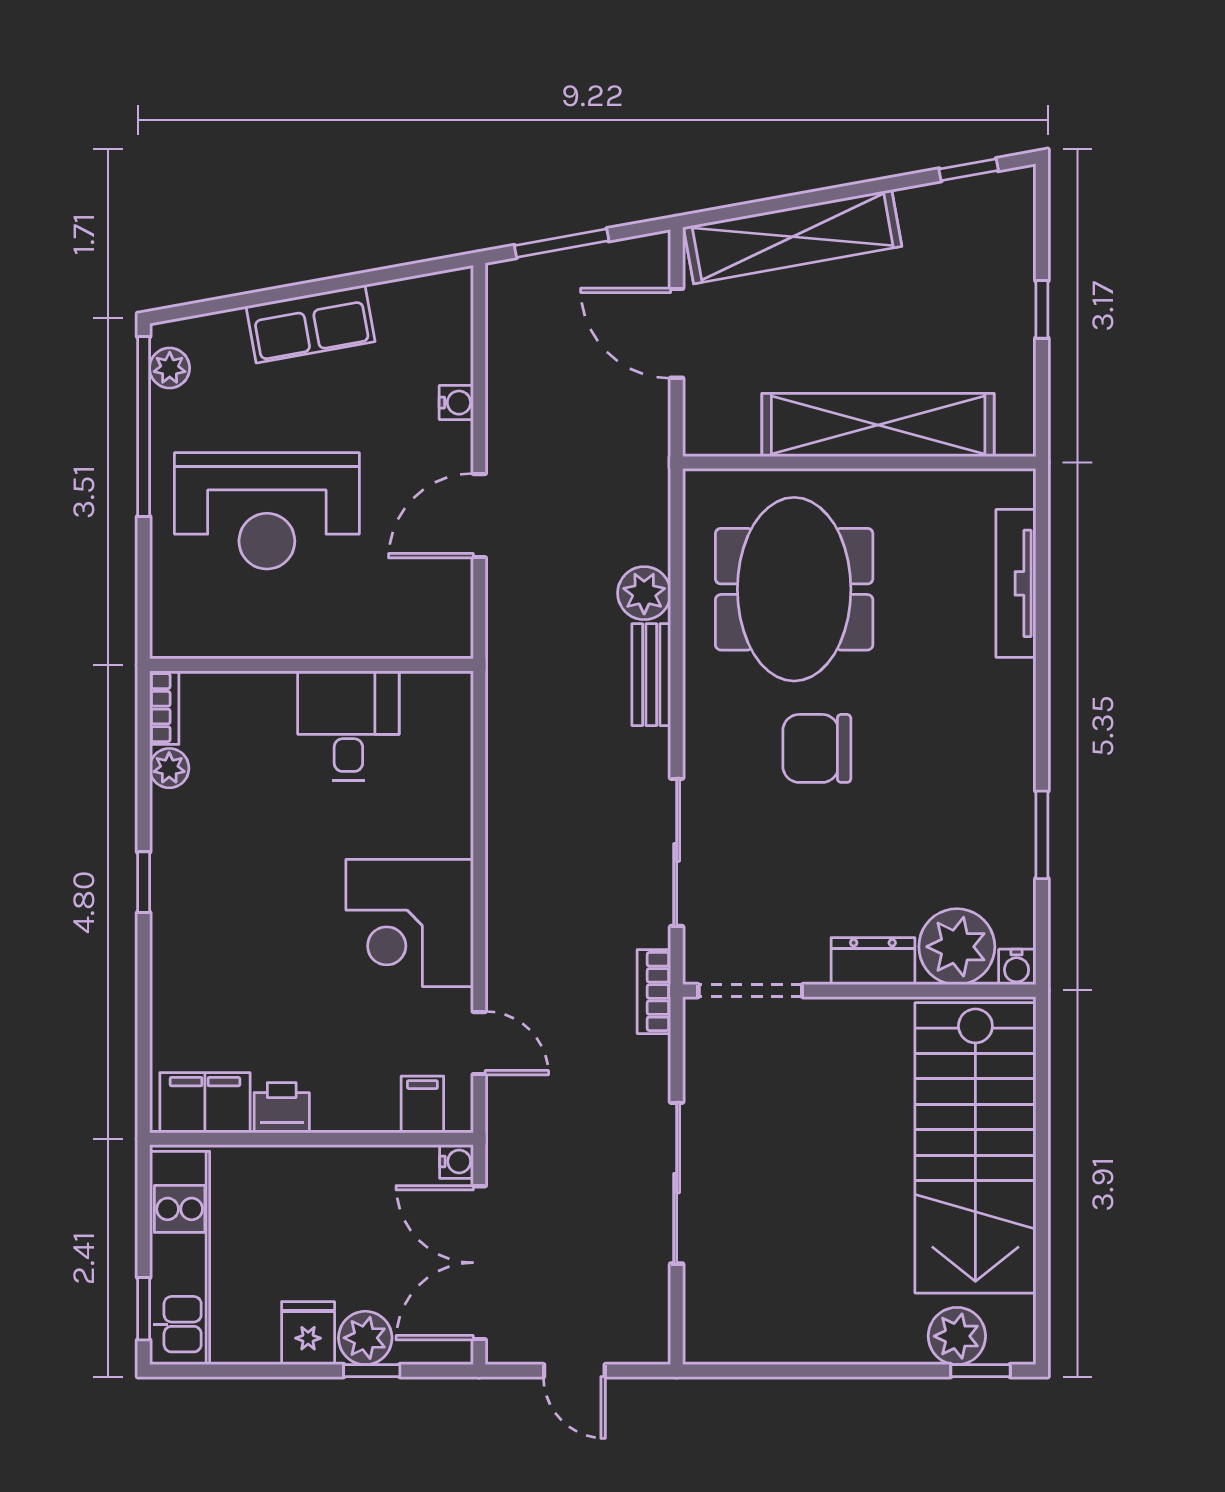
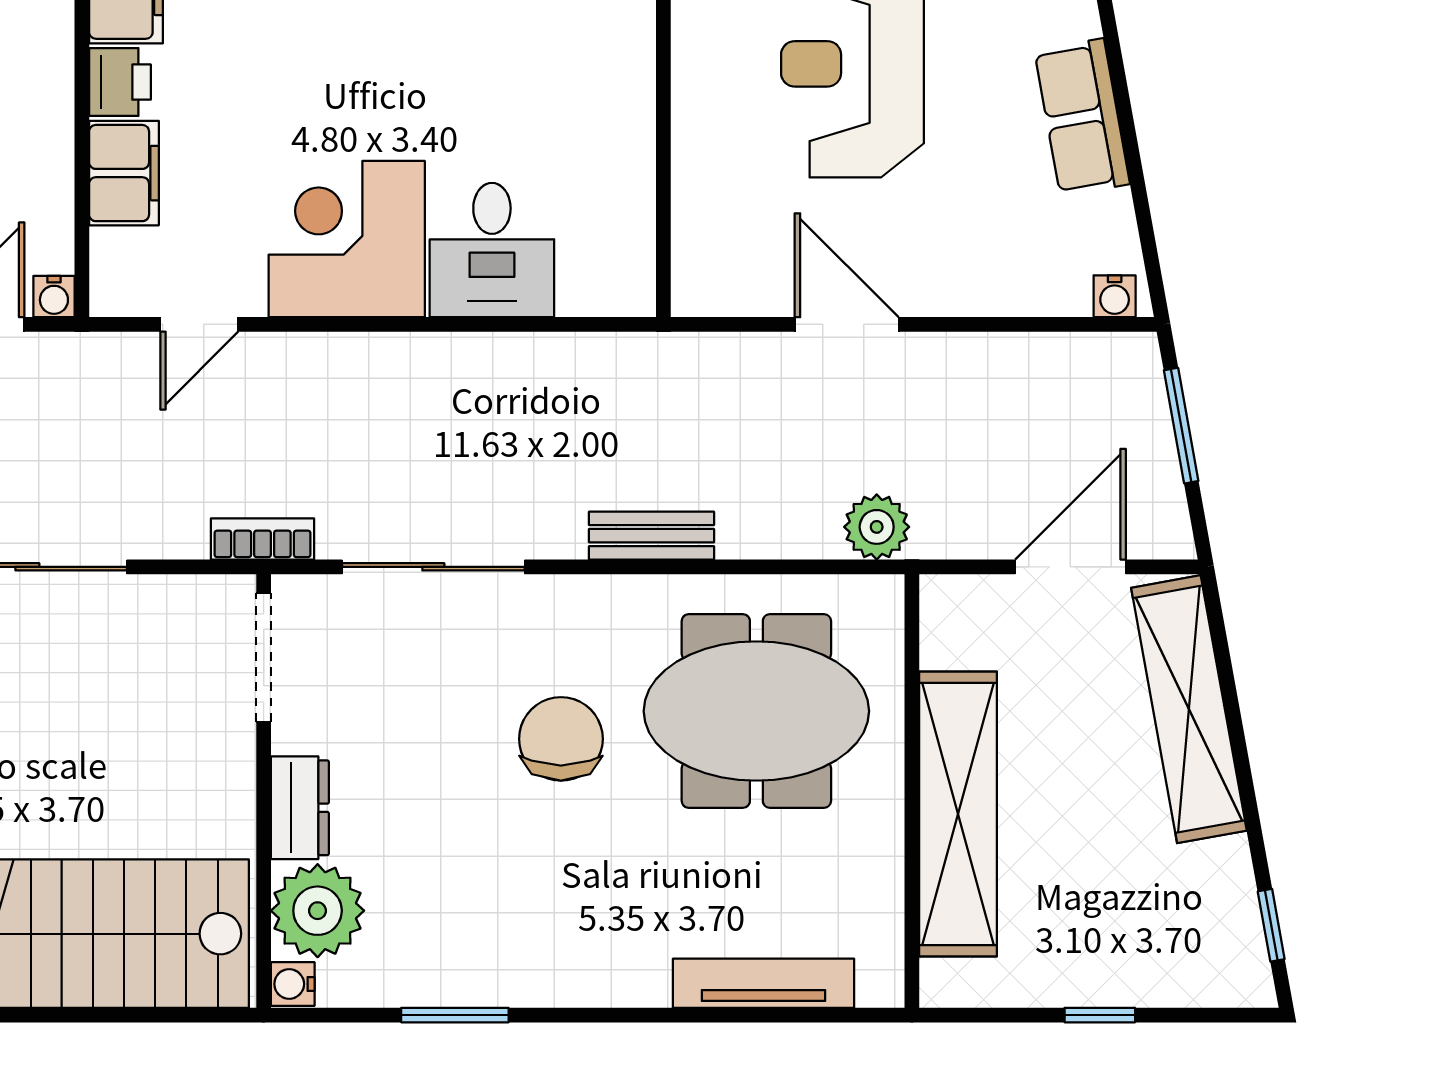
water cooler: (456, 403) -> (1115, 296), moved
plant: (644, 593) -> (877, 527), moved
desk: (348, 726) -> (492, 250), moved, turned 90
filing cabinet: (422, 1104) -> (124, 173), moved, width x2.00

